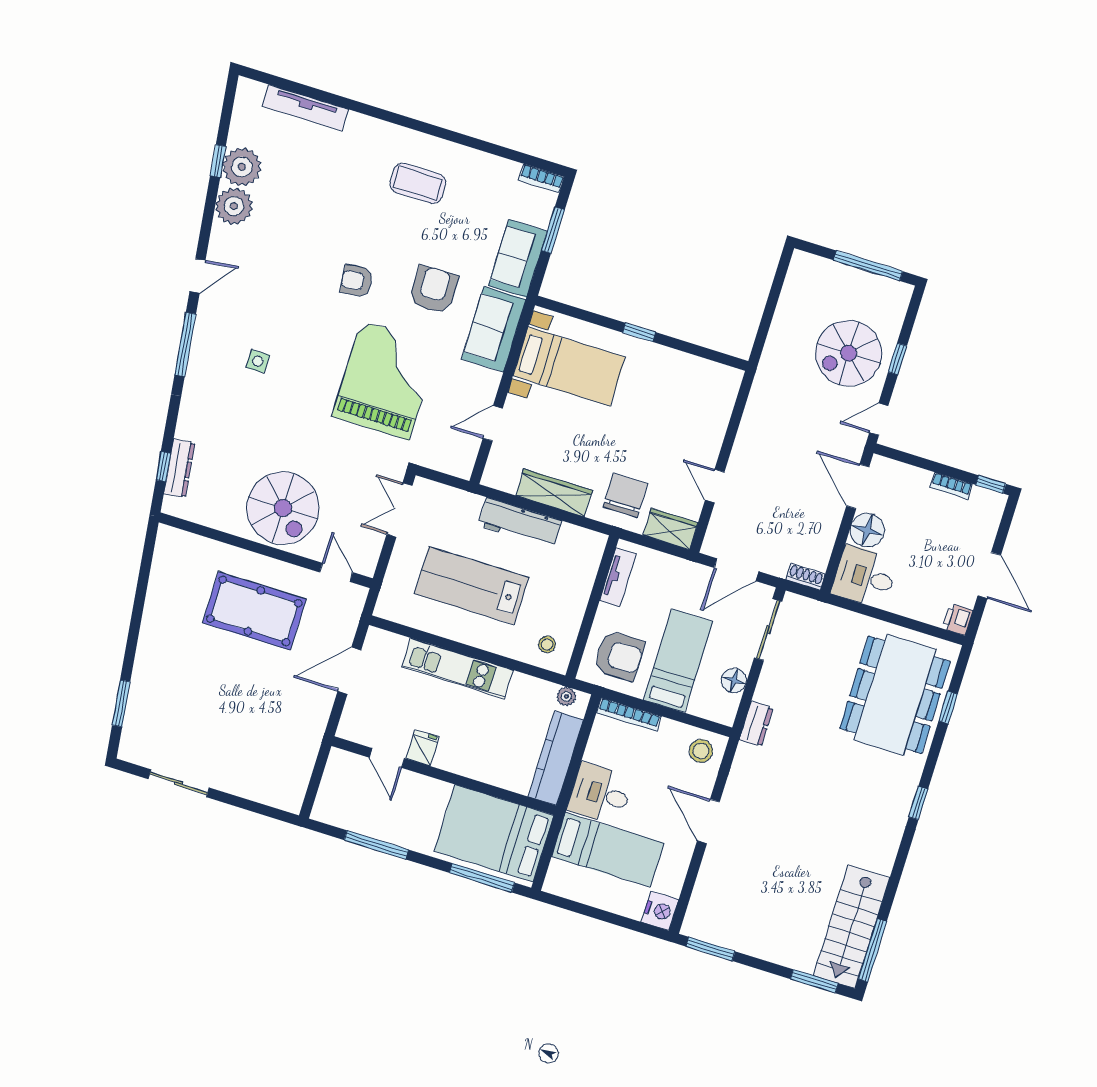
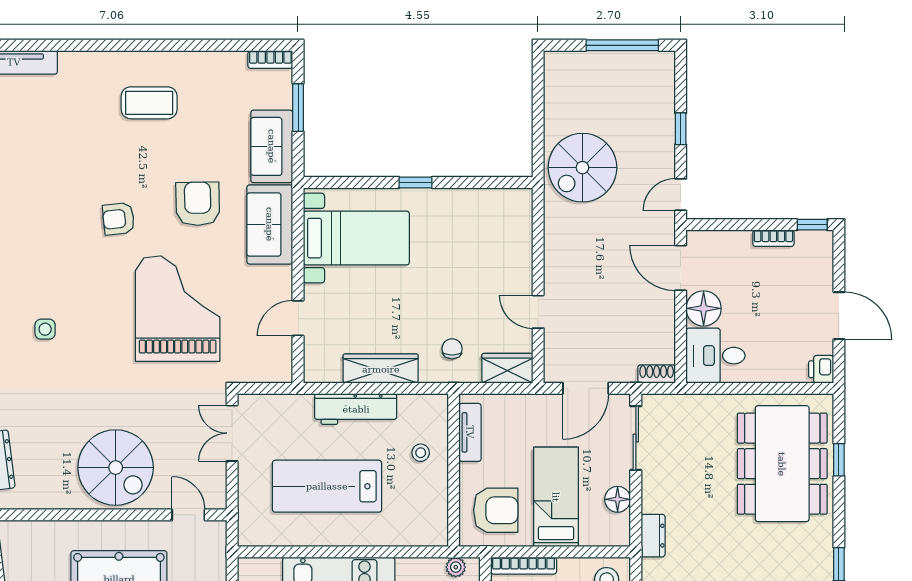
spiral stairs: (849, 353) -> (582, 168), moved
chair: (625, 495) -> (452, 349), width x0.54, depth x0.54
stool: (547, 644) -> (421, 453), moved

